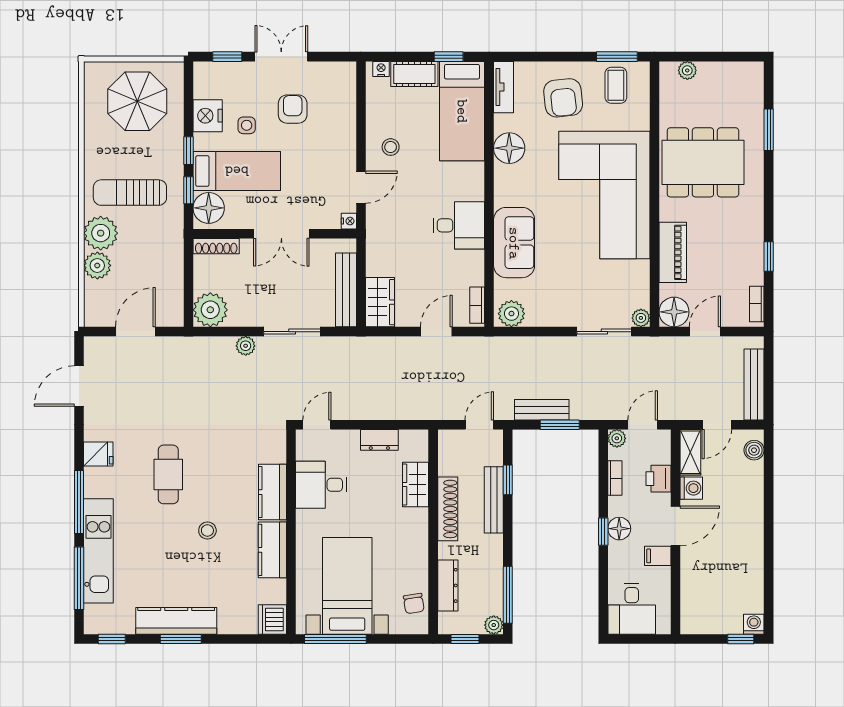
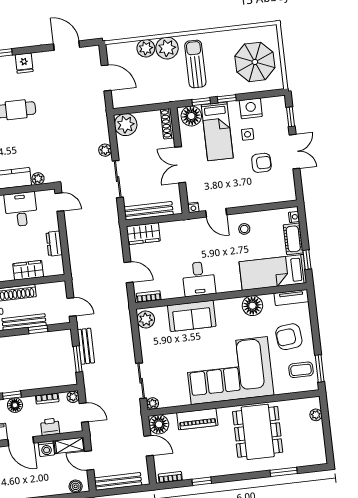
plant: (277, 453) -> (38, 179), added

